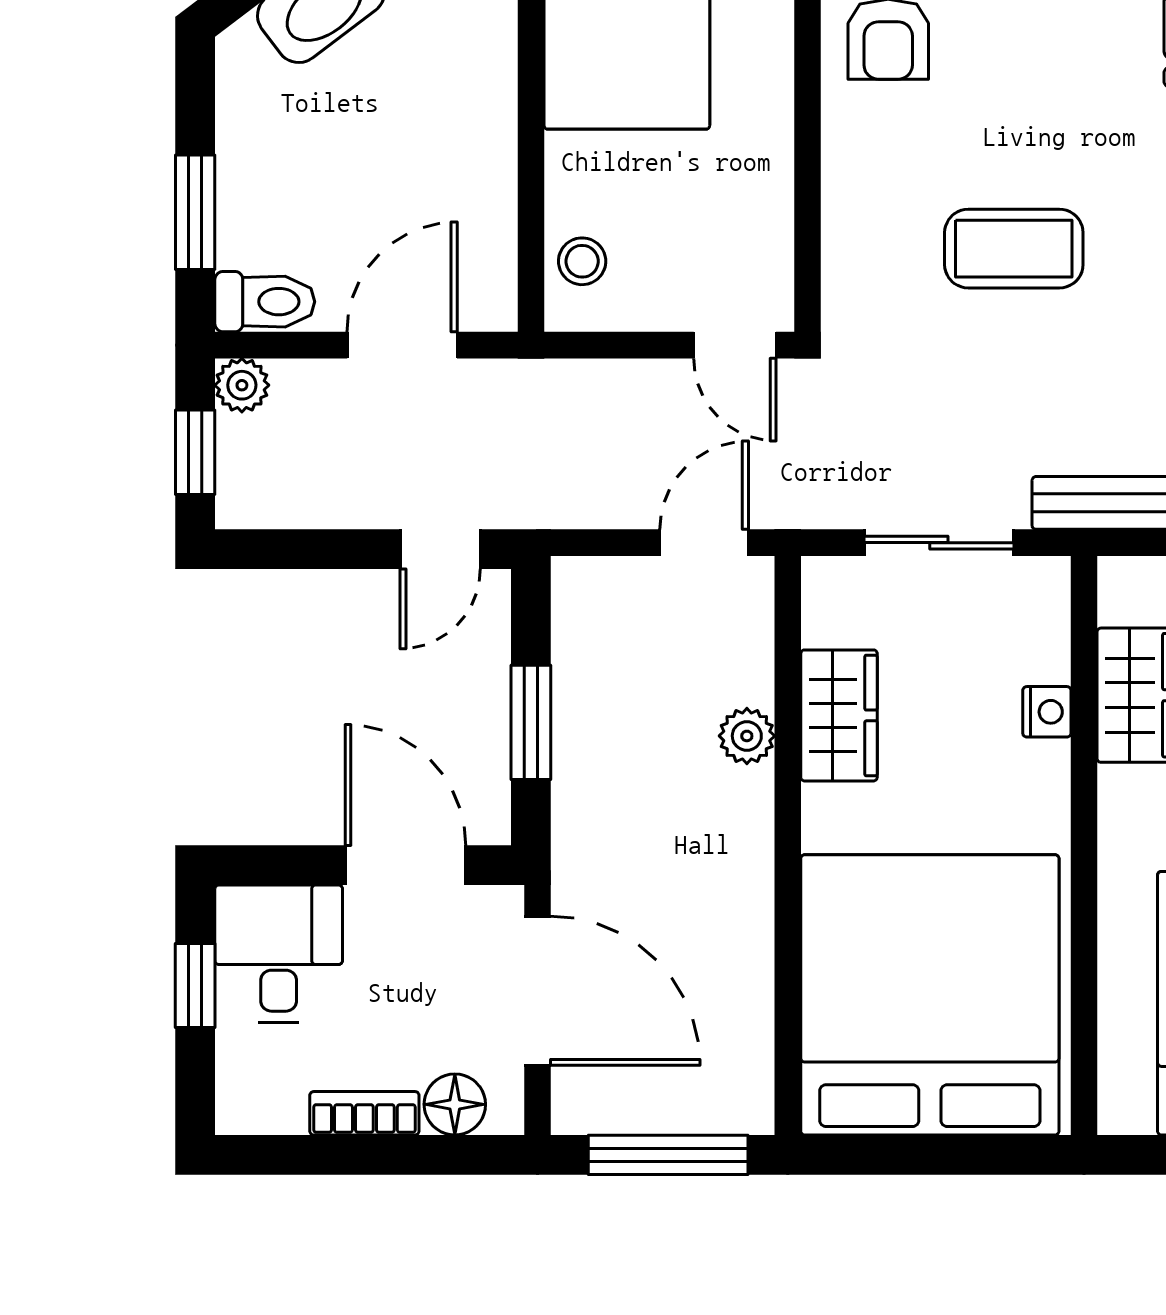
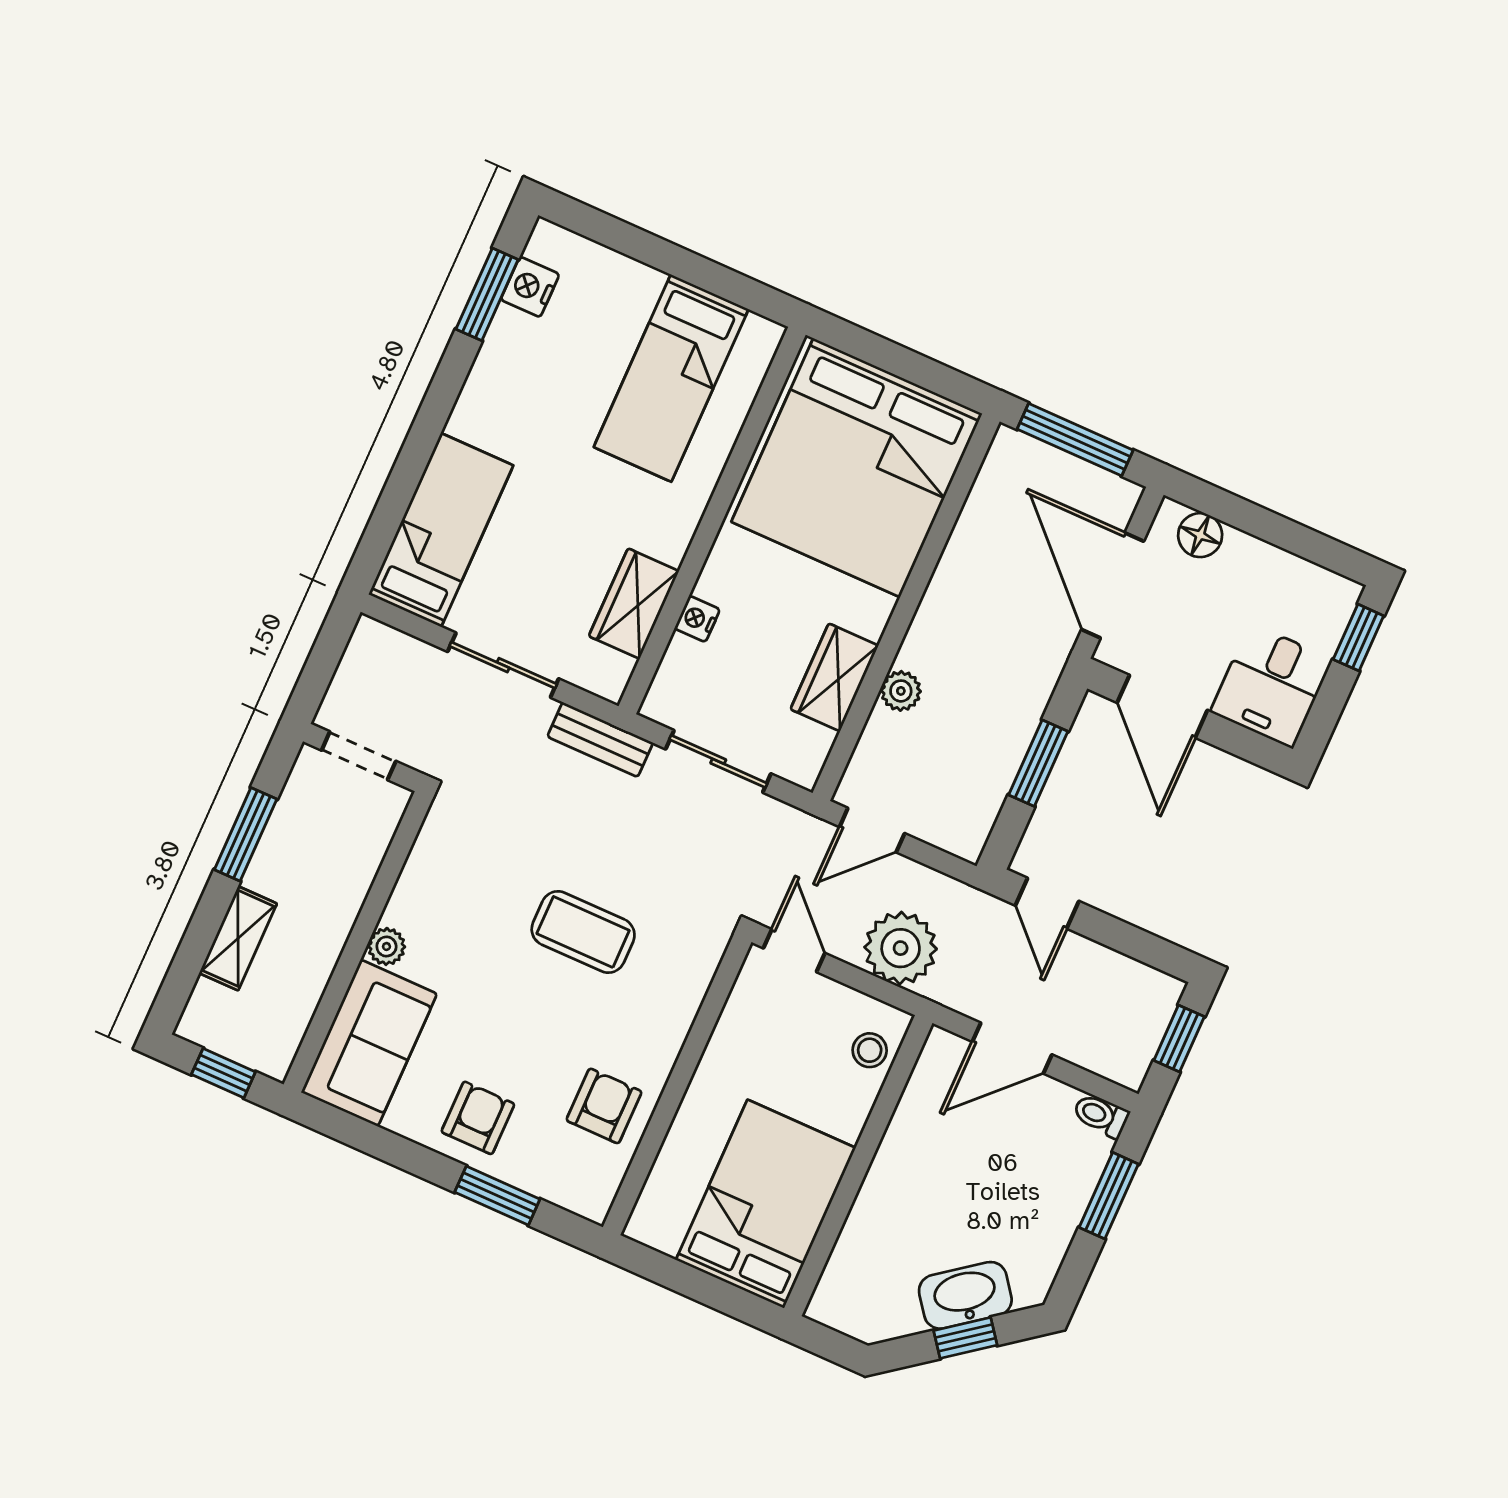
toilet: (265, 302) -> (1101, 1115), width x0.73, depth x0.72
plant: (242, 385) -> (901, 948), moved, width x1.88, depth x1.88
door: (440, 549) -> (1047, 903), swing flipped
window: (195, 985) -> (1358, 638), moved
bookcase: (364, 1113) -> (1262, 556), removed

